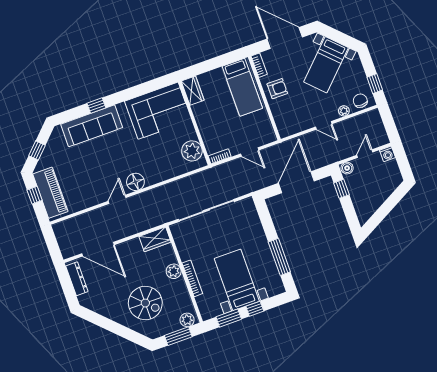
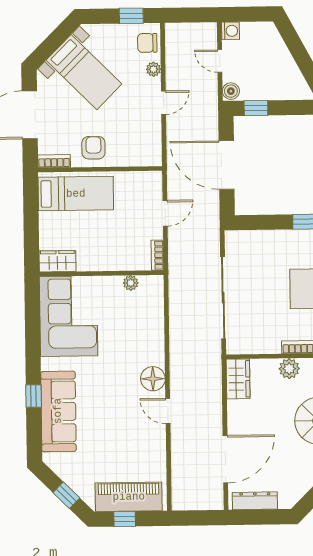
plant: (192, 151) -> (131, 283), width x0.53, depth x0.53

